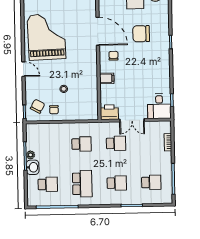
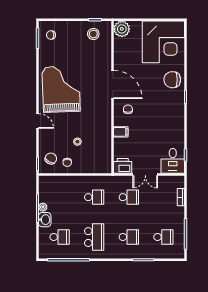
chair: (141, 34) -> (172, 80), moved

